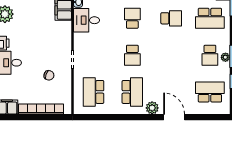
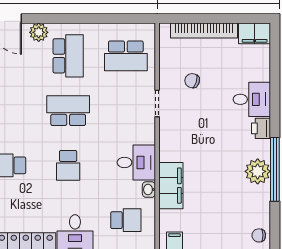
school desk: (132, 55) -> (68, 111), width x1.85
school desk: (94, 92) -> (126, 56), turned 90
school desk: (132, 92) -> (68, 56), turned 180

